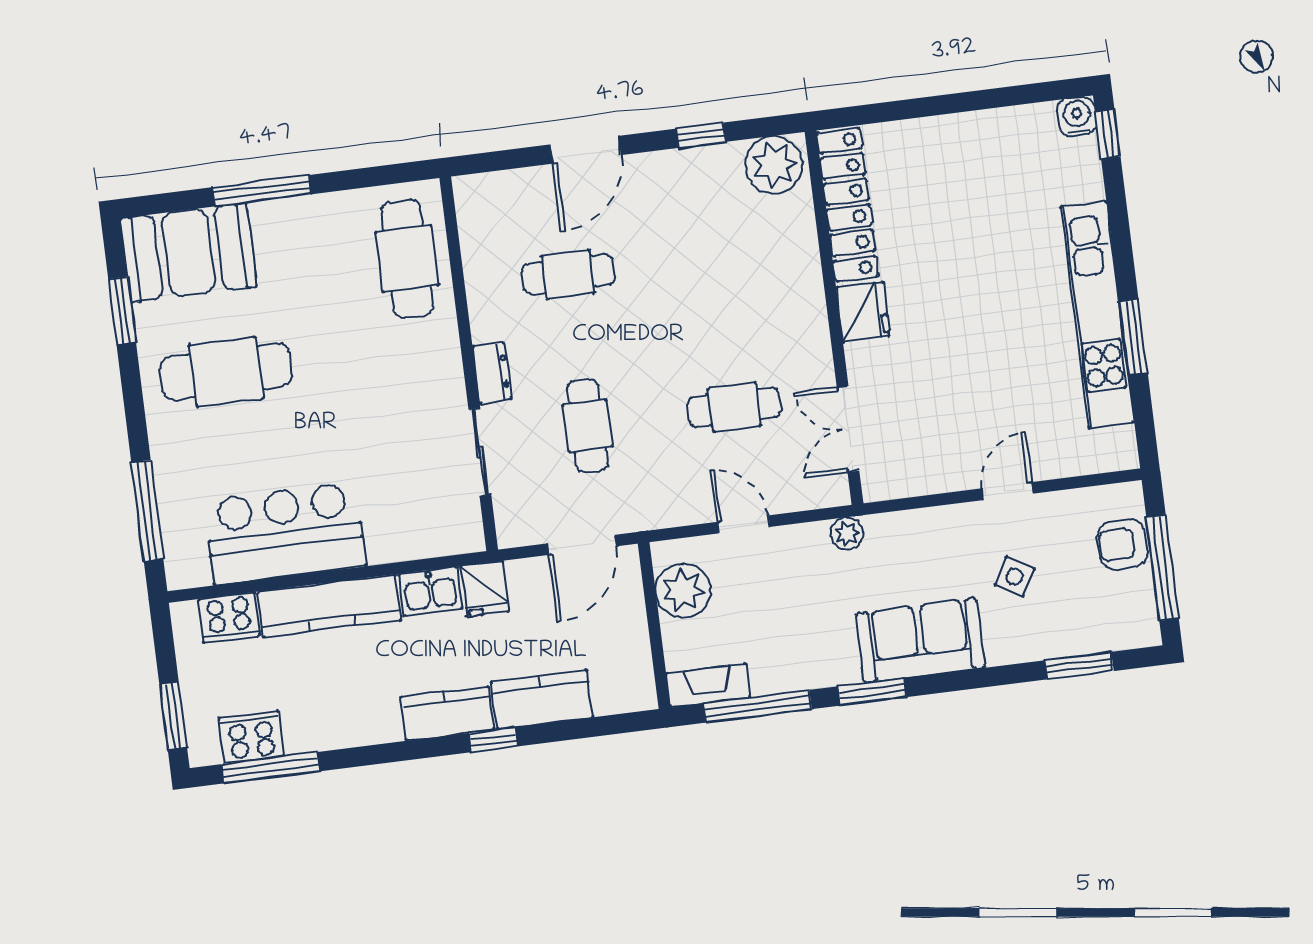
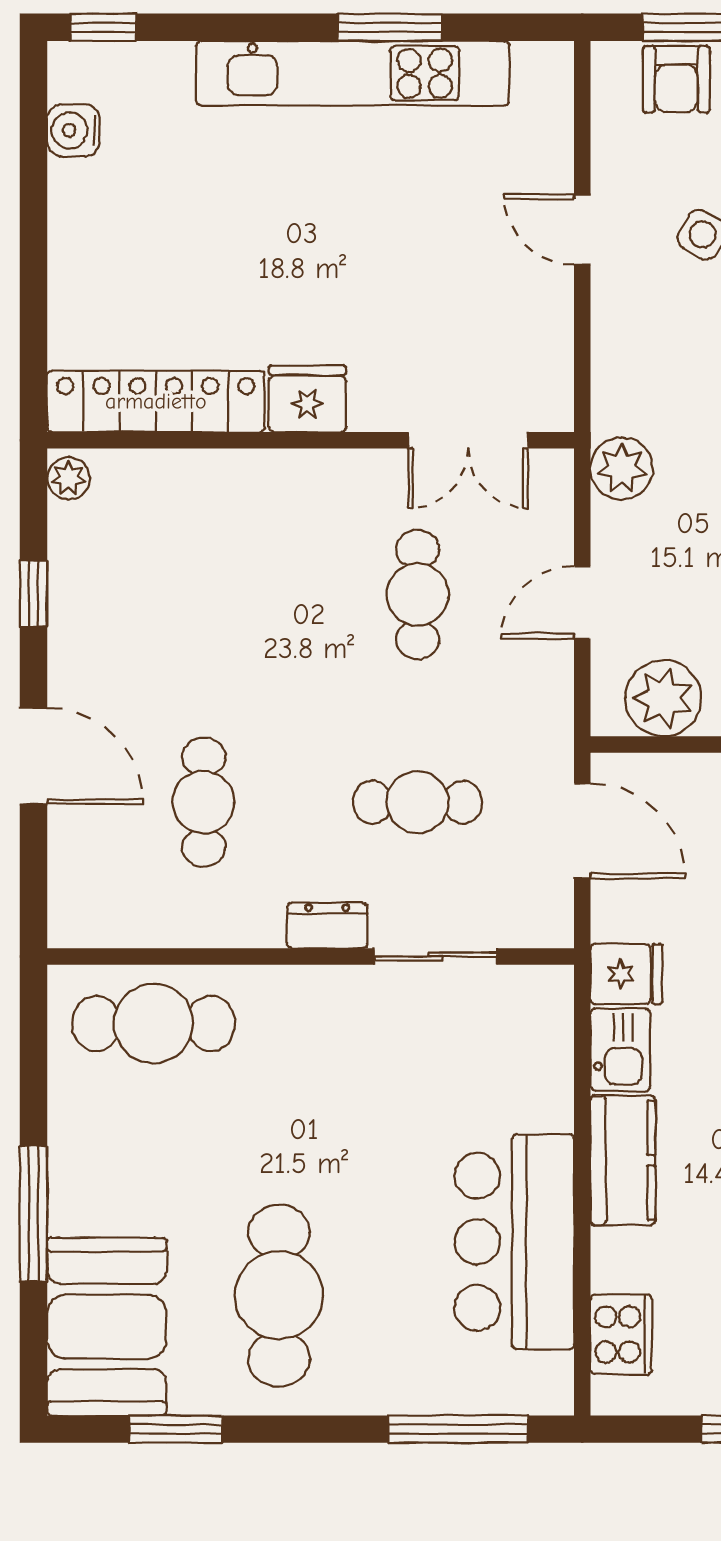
water cooler: (1077, 116) -> (73, 130), moved
plant: (774, 165) -> (69, 478), width x0.53, depth x0.53
plant: (847, 534) -> (622, 469), width x1.38, depth x1.38
kitchen counter: (329, 606) -> (623, 1160), width x0.67

